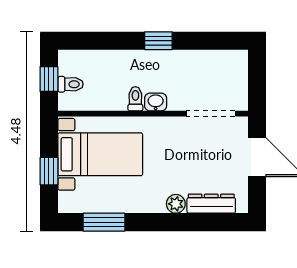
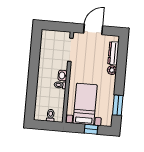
window: (158, 41) -> (33, 72), removed
window: (49, 79) -> (47, 125), removed

